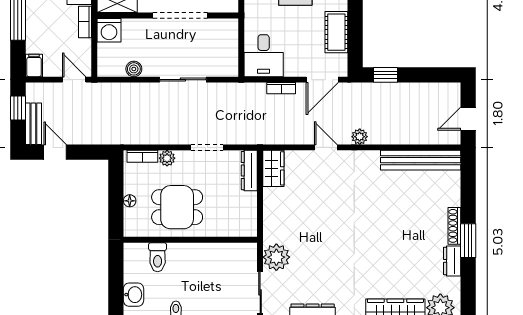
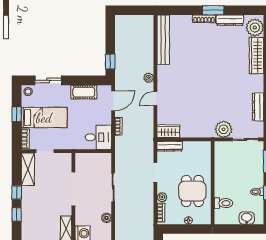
door: (322, 80) -> (113, 101), hinge flipped
door: (468, 119) -> (137, 10), removed
dresser: (452, 261) -> (230, 20), width x1.44

